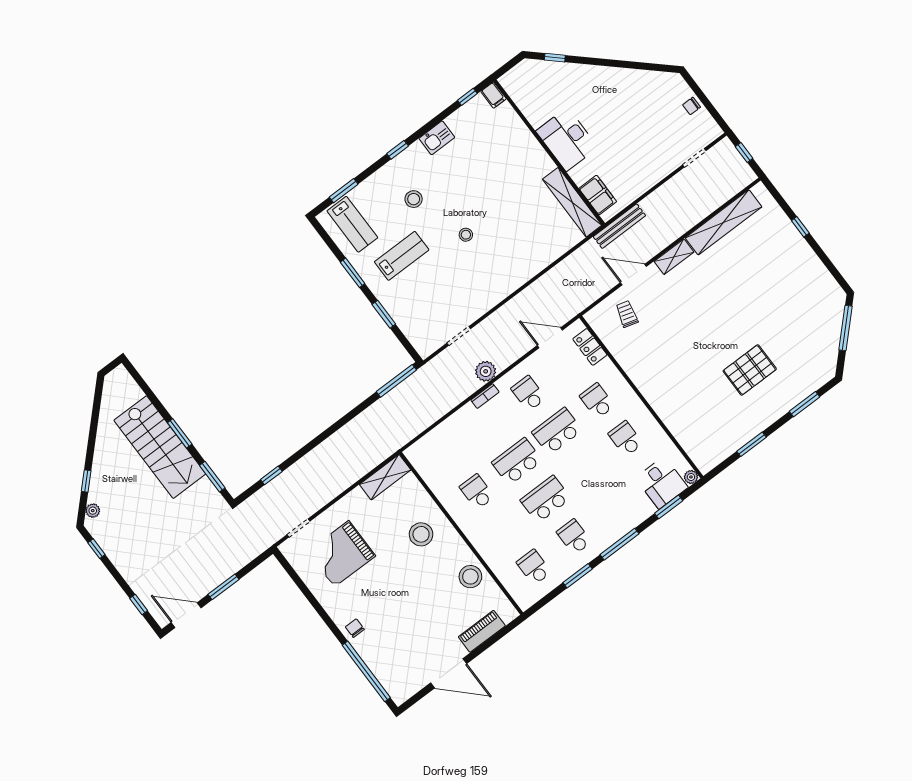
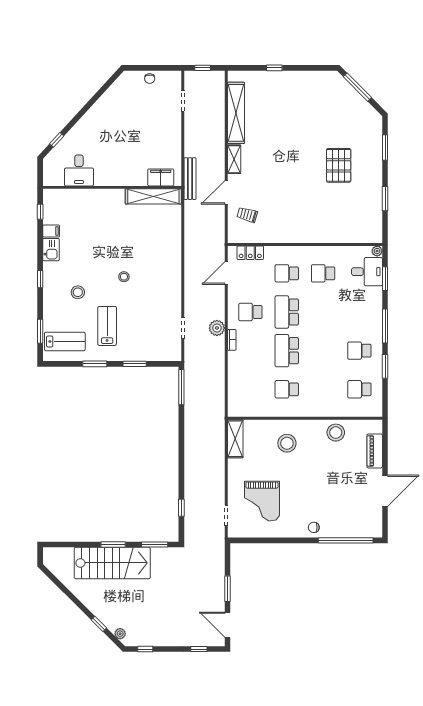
filing cabinet: (494, 95) -> (51, 231), moved
desk: (567, 139) -> (79, 170), moved, width x0.73
school desk: (545, 499) -> (323, 351), removed
door: (186, 615) -> (228, 625), hinge flipped

